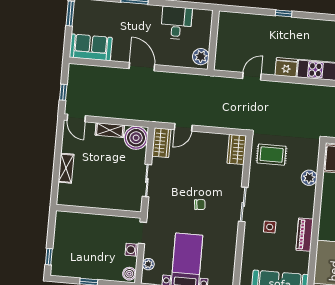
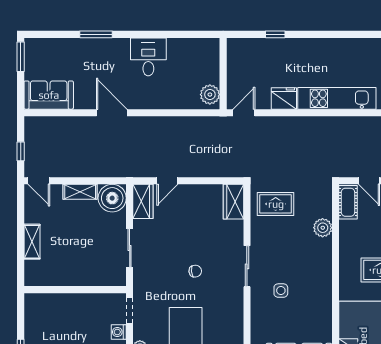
wall: (213, 40) -> (223, 74), moved
plant: (201, 57) -> (210, 95), moved
piano: (305, 235) -> (323, 296), removed

